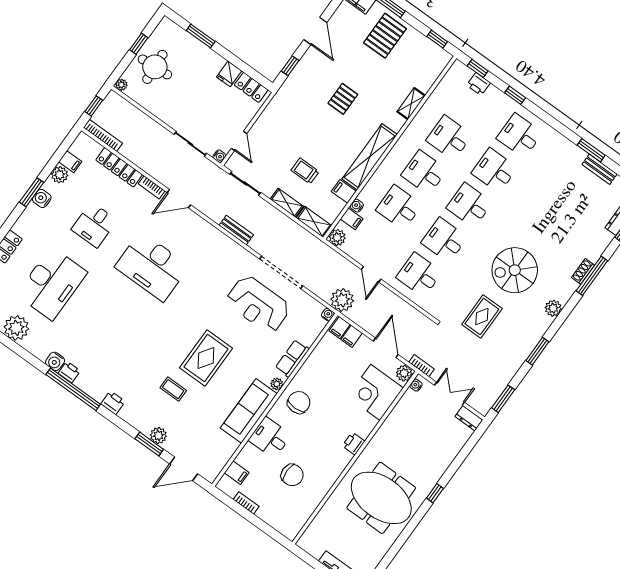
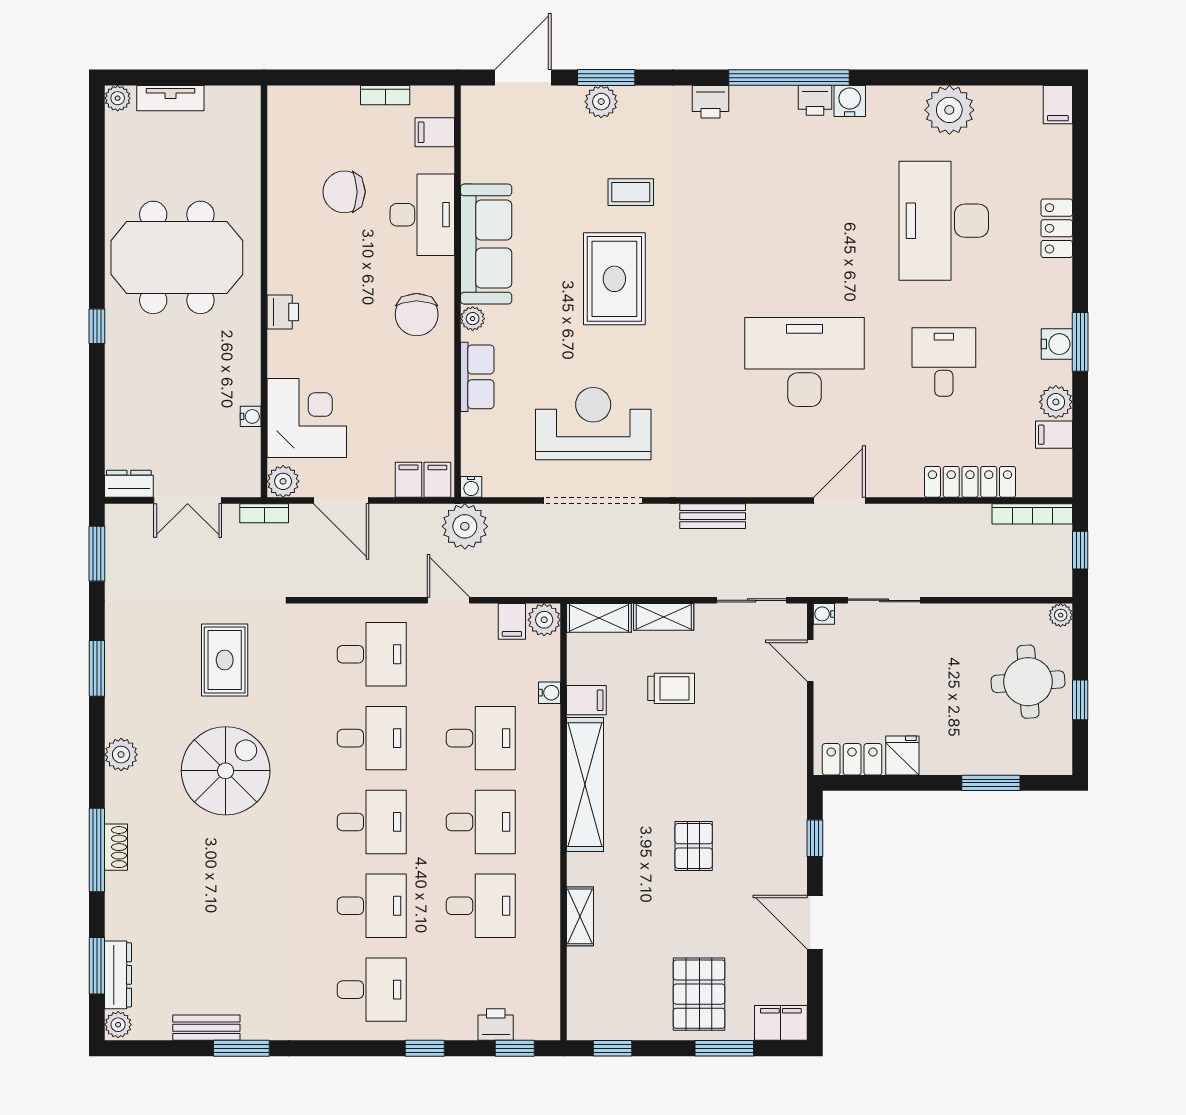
bookcase: (152, 187) -> (895, 487), removed
filing cabinet: (352, 219) -> (512, 621), moved, turned -90
water cooler: (416, 385) -> (251, 416), moved
desk: (270, 438) -> (422, 215), width x1.37

